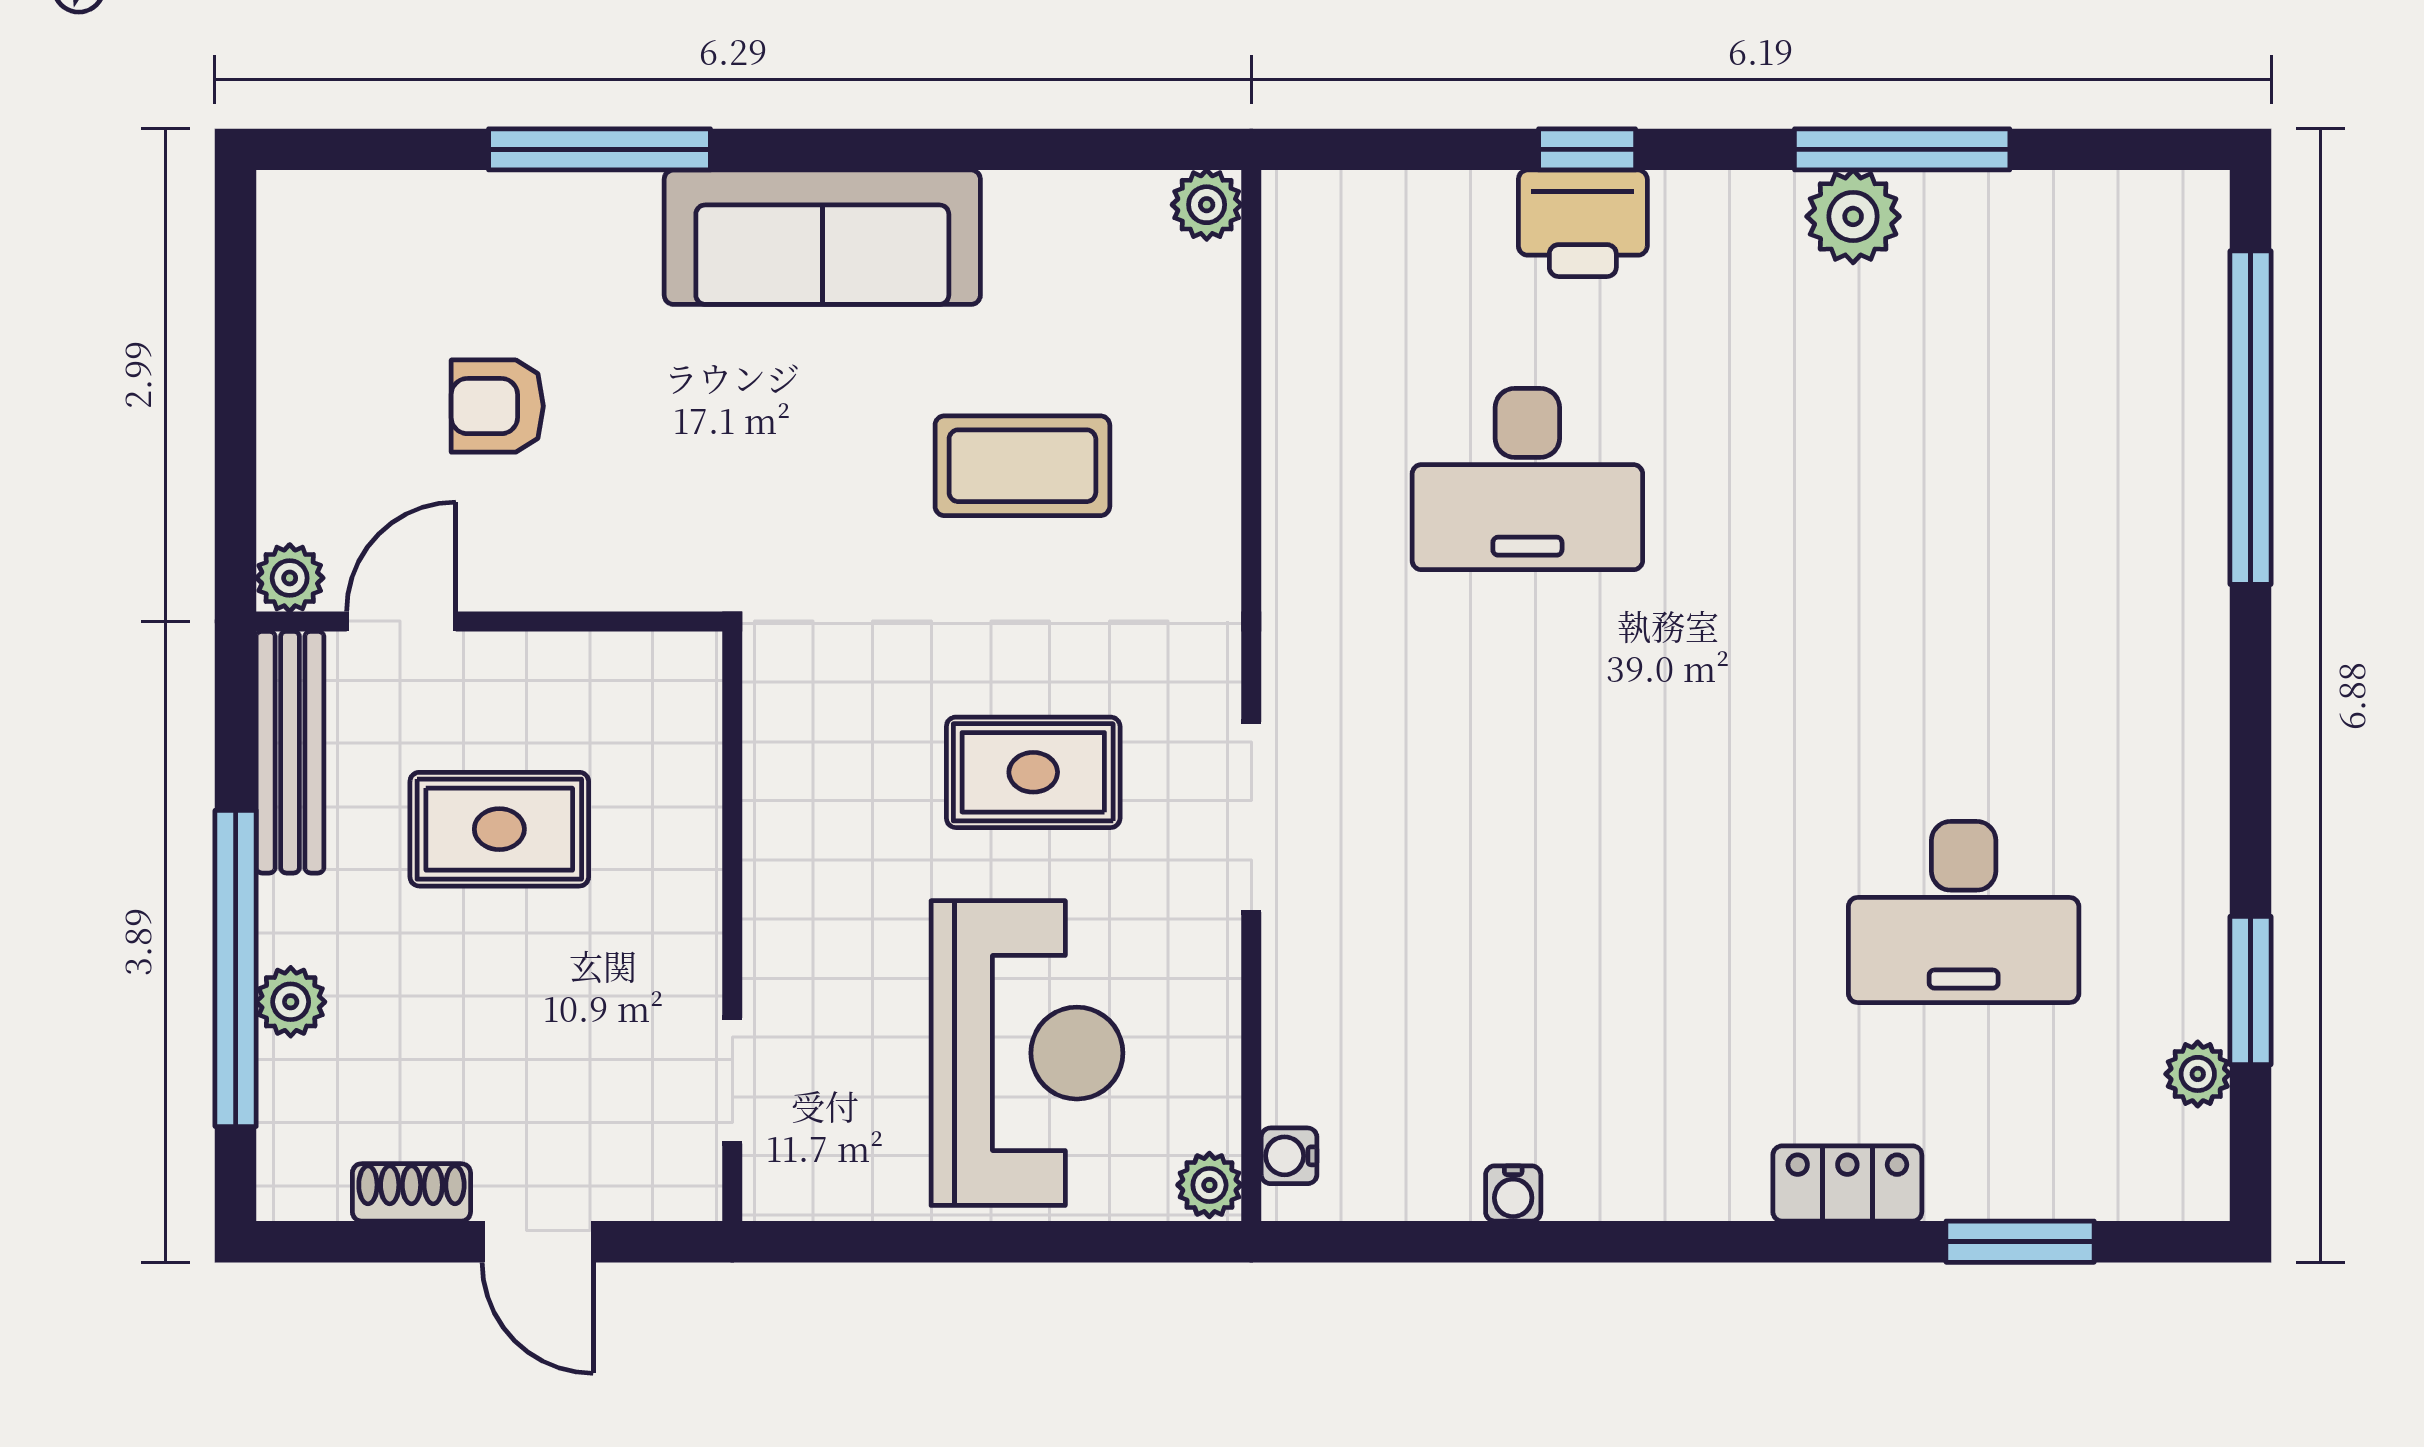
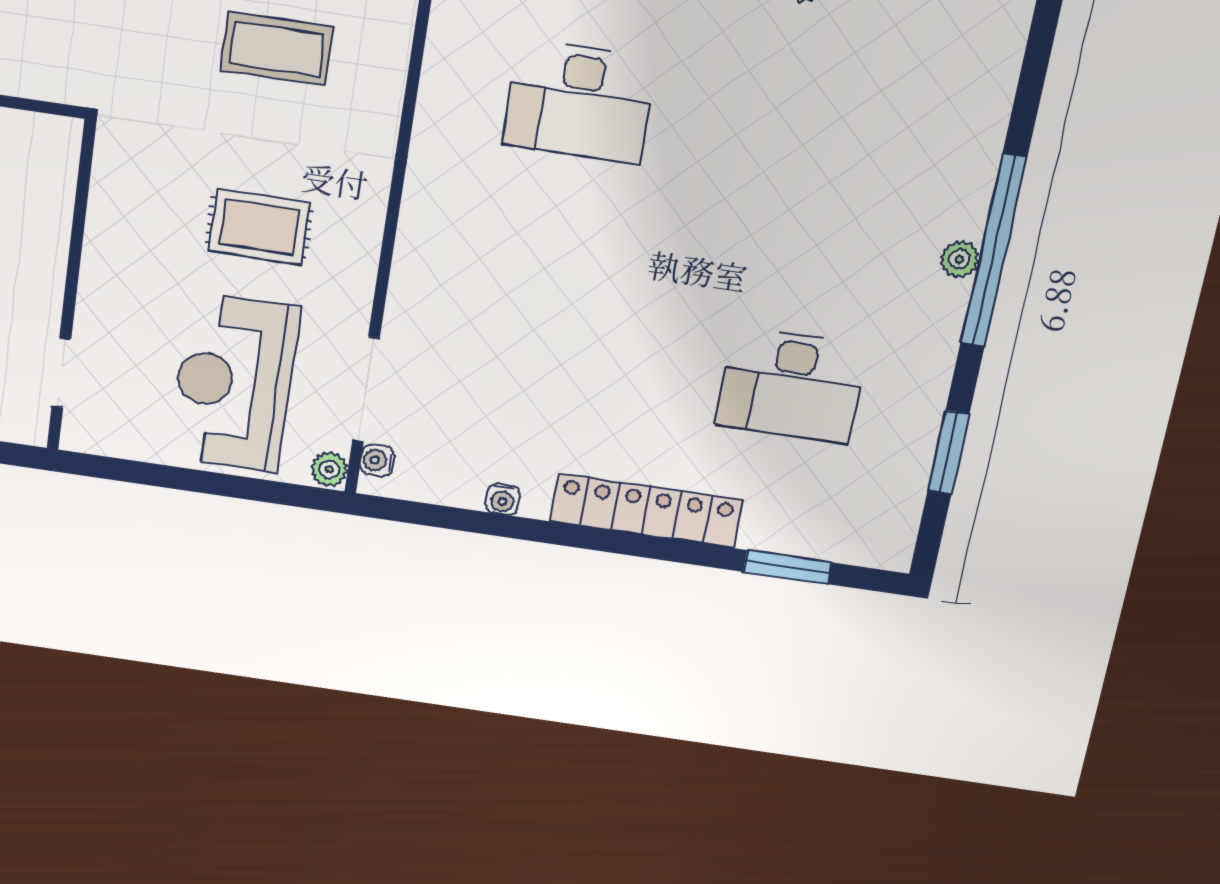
window: (2250, 418) -> (994, 250), moved
doorway: (1251, 817) -> (366, 390), moved
reception desk: (1027, 1053) -> (234, 383), turned 180
plant: (2198, 1074) -> (959, 259), moved
locker: (1847, 1183) -> (646, 511), width x2.16, depth x1.21

